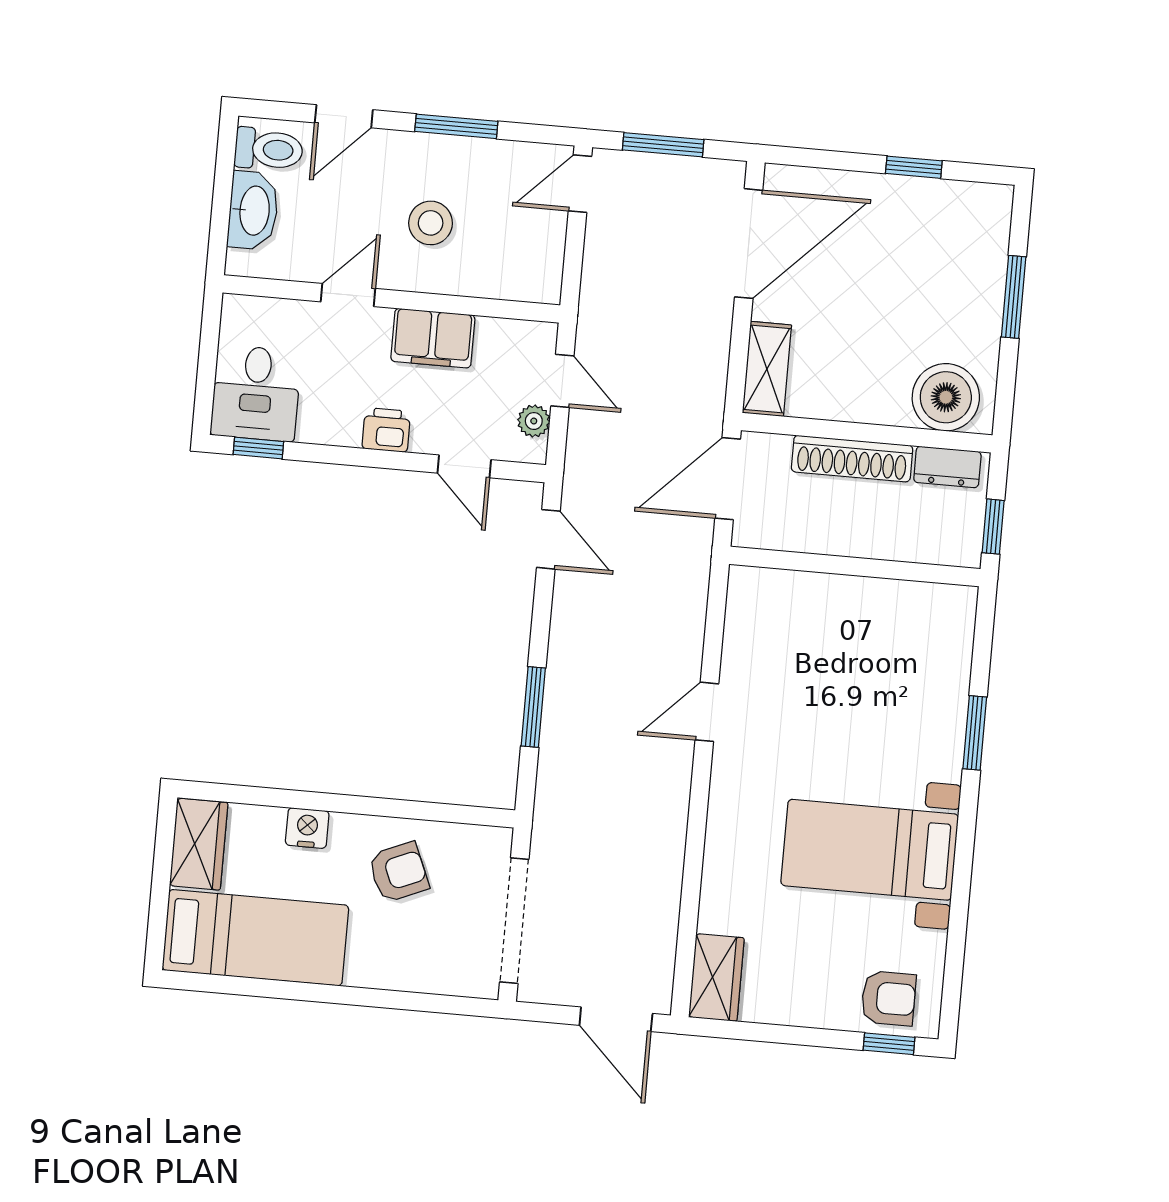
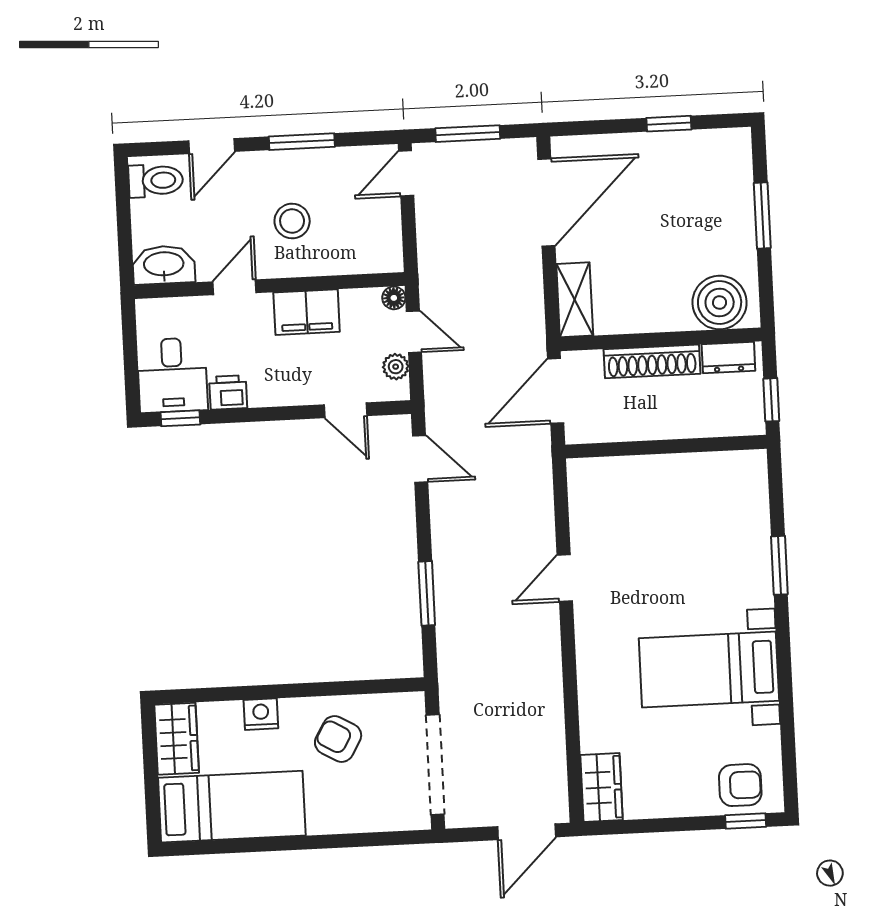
washbasin: (253, 211) -> (164, 265), moved, turned -90
floor lamp: (543, 336) -> (394, 298), added
printer: (386, 430) -> (228, 392), moved
armchair: (399, 872) -> (338, 739), turned -127
door: (616, 1019) -> (527, 832), hinge flipped

